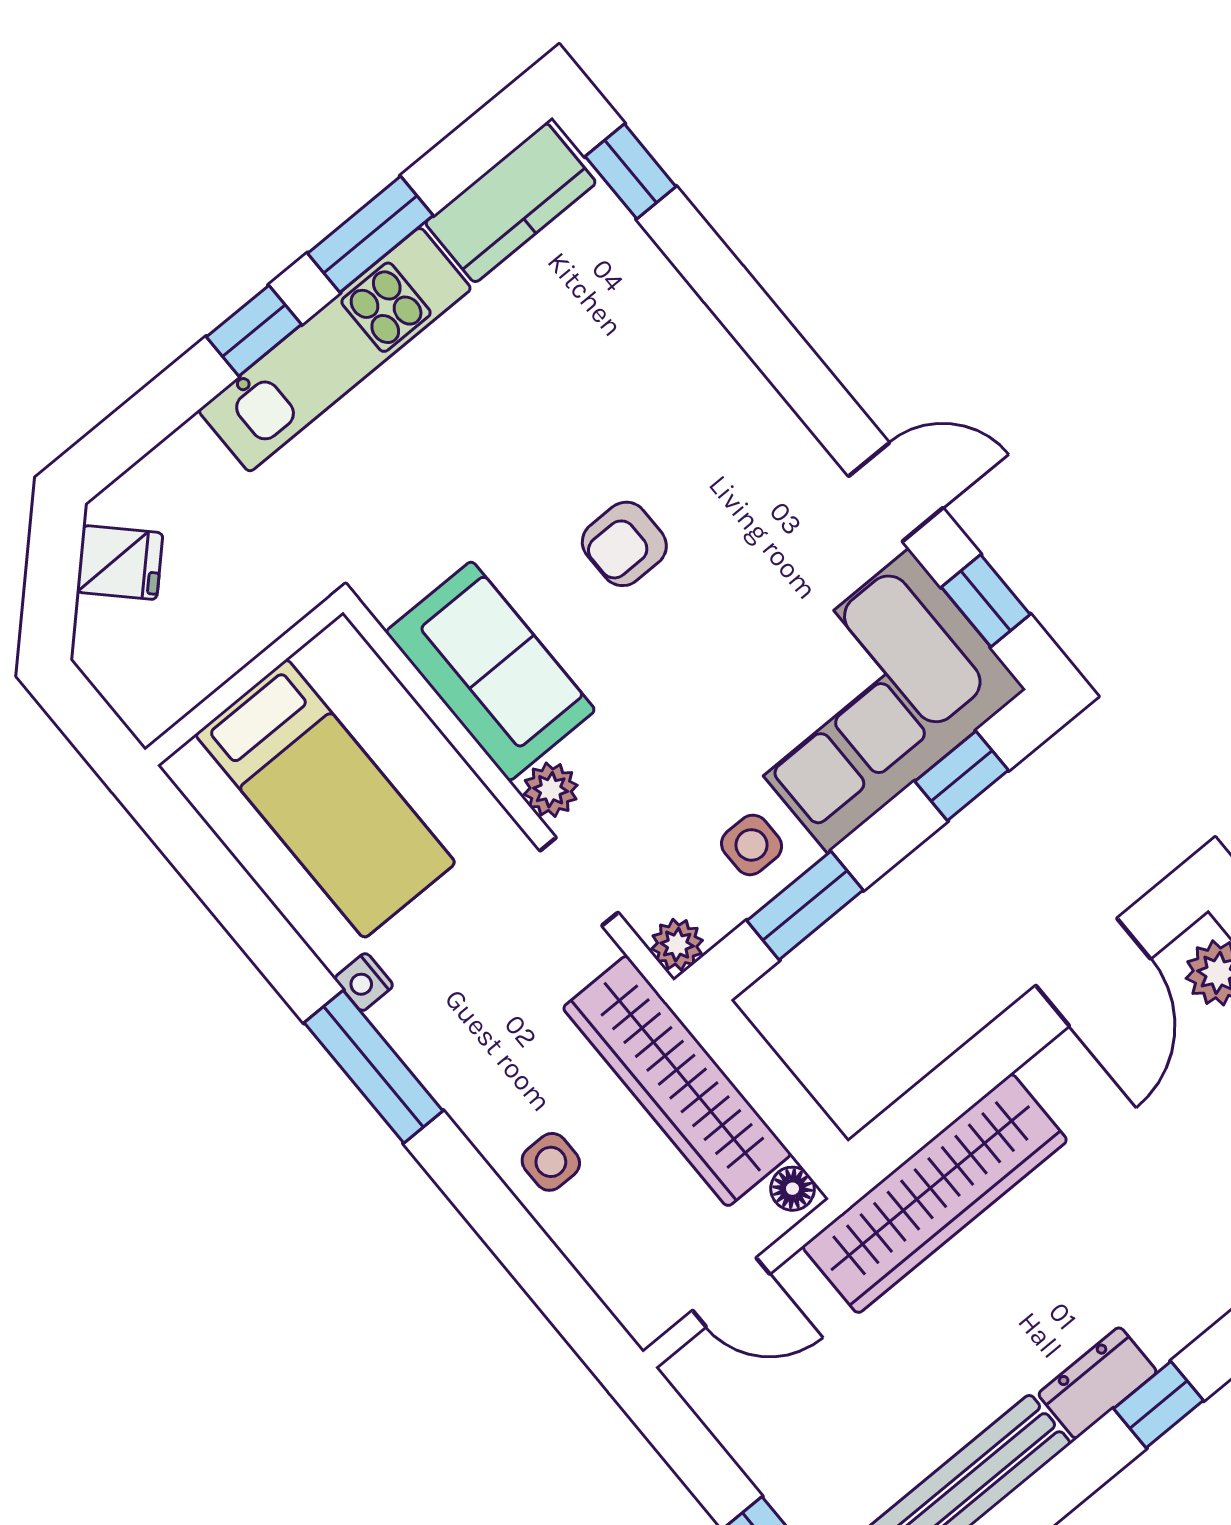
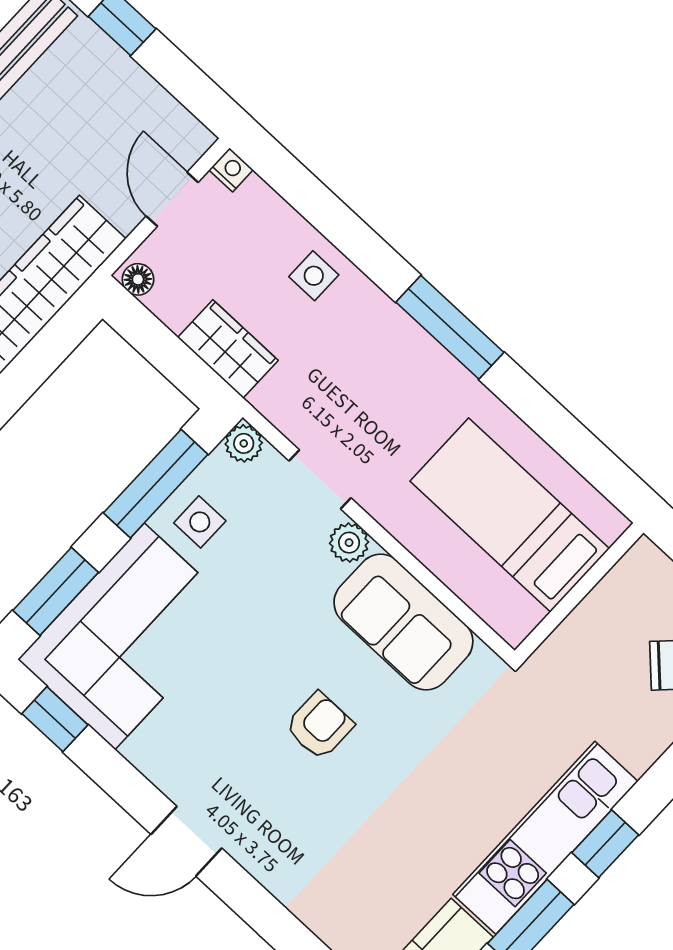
door: (896, 492) -> (186, 841), moved
window: (962, 776) -> (56, 591), width x1.50
window: (805, 905) -> (156, 484), width x1.44
nightstand: (364, 982) -> (231, 170), moved
wardrobe: (677, 1081) -> (228, 349), width x0.48, depth x0.85
door: (731, 1292) -> (172, 199), hinge flipped

